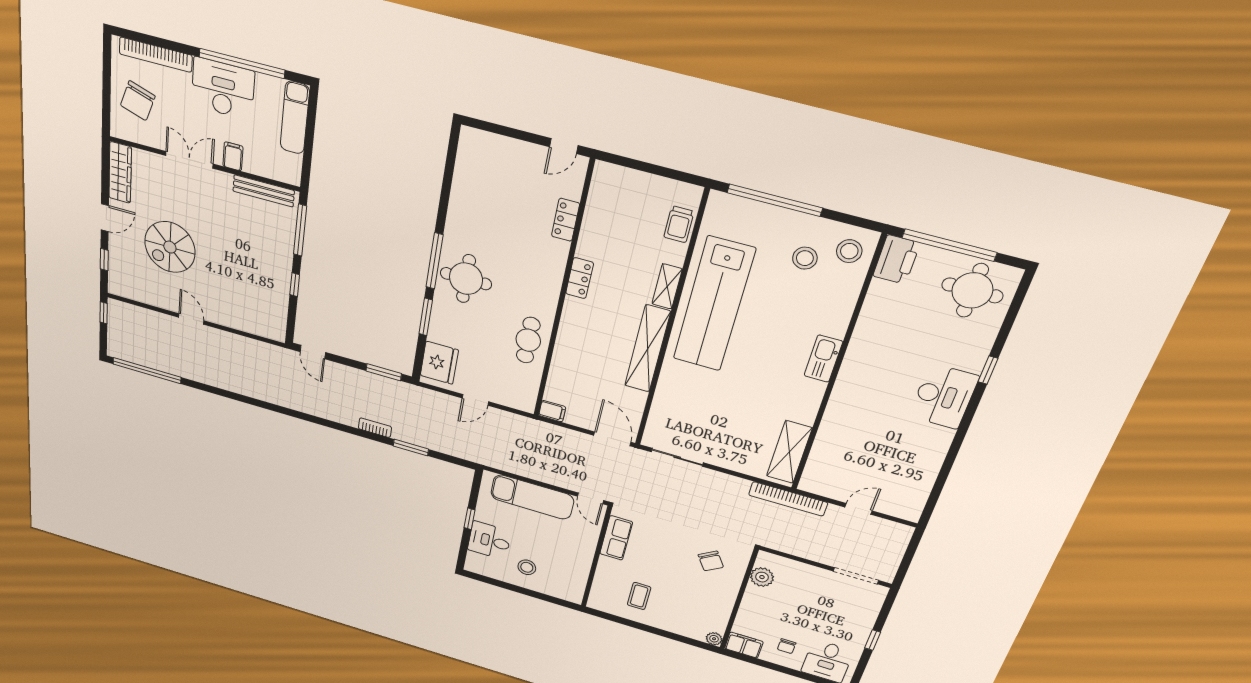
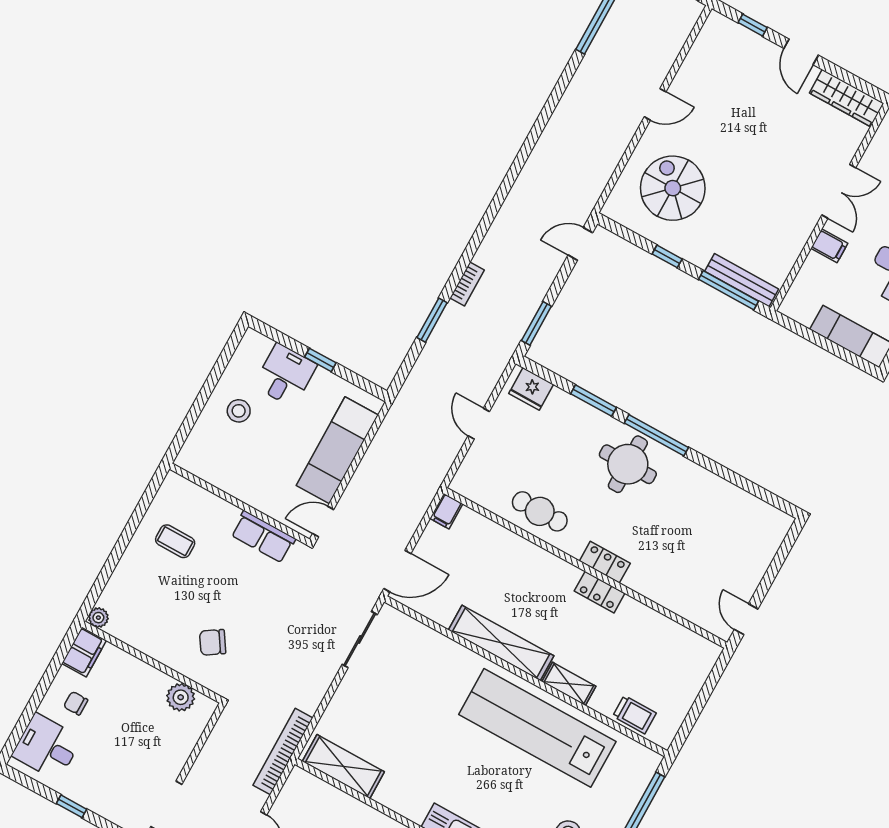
bench: (264, 191) -> (742, 280), moved, turned 90
locker: (566, 220) -> (605, 562), moved
trolley: (679, 224) -> (634, 715), turned 180
spiral stairs: (170, 247) -> (673, 188), moved
fridge: (439, 363) -> (531, 389), width x0.73, depth x0.75

